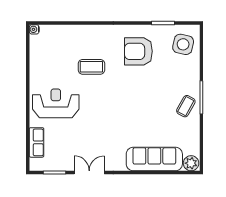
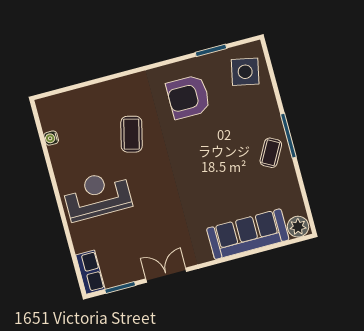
water cooler: (34, 29) -> (51, 138), moved
coffee table: (91, 67) -> (132, 134), turned -76
row of seats: (36, 142) -> (90, 272), moved

